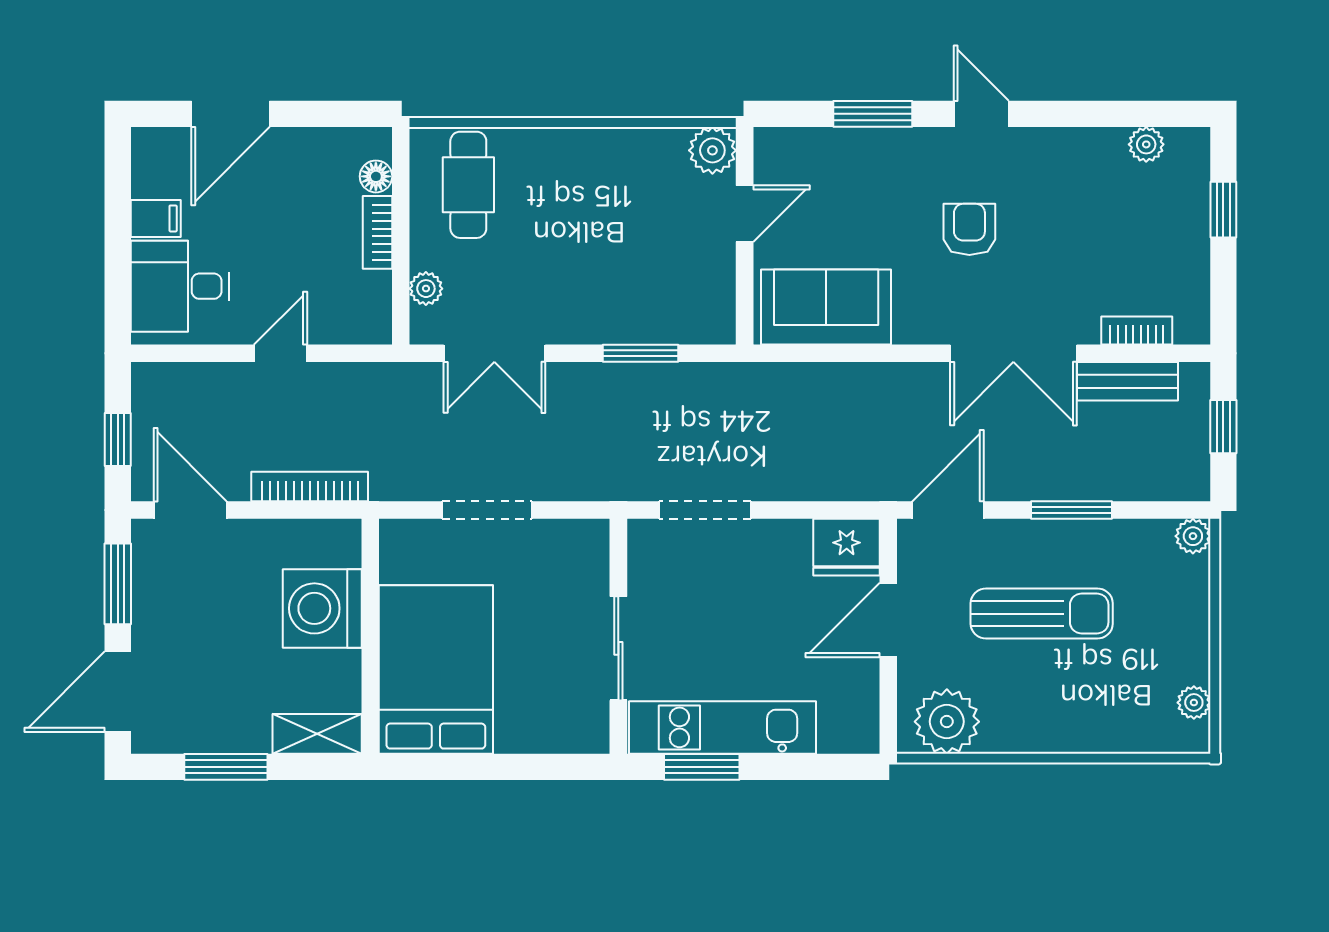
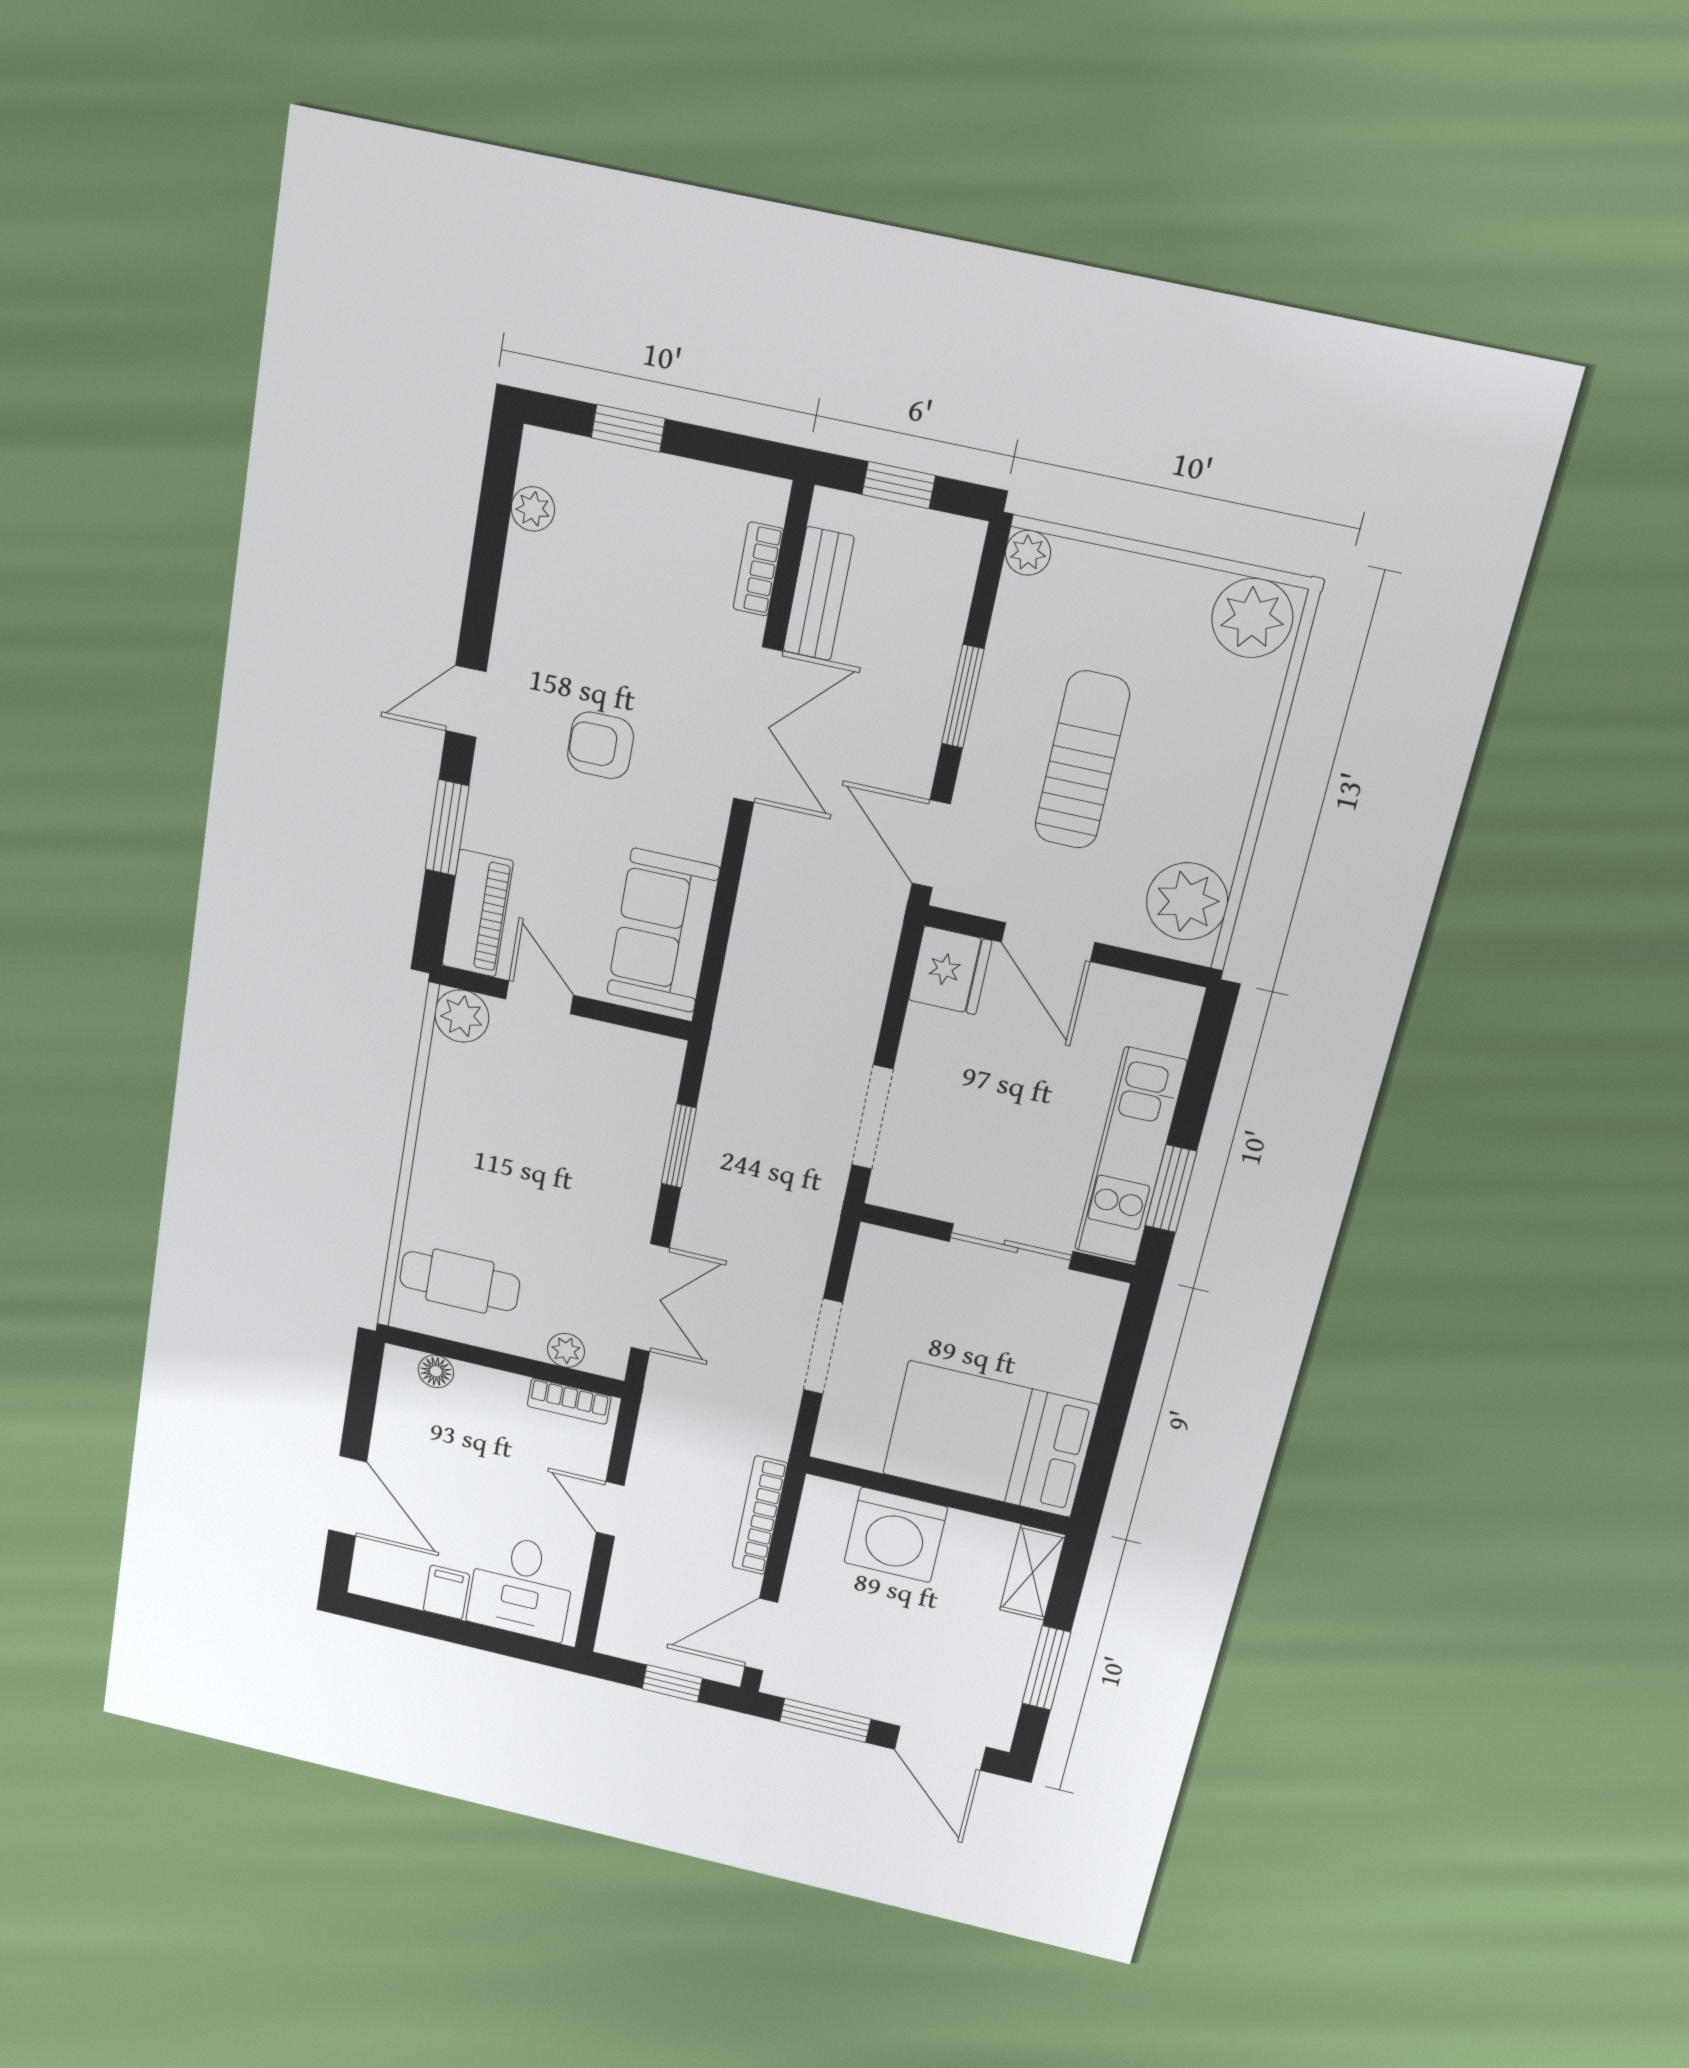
piano: (805, 150) -> (477, 913), added
bookcase: (377, 232) -> (569, 1401), moved
plant: (1194, 703) -> (1252, 618), width x1.88, depth x1.88

